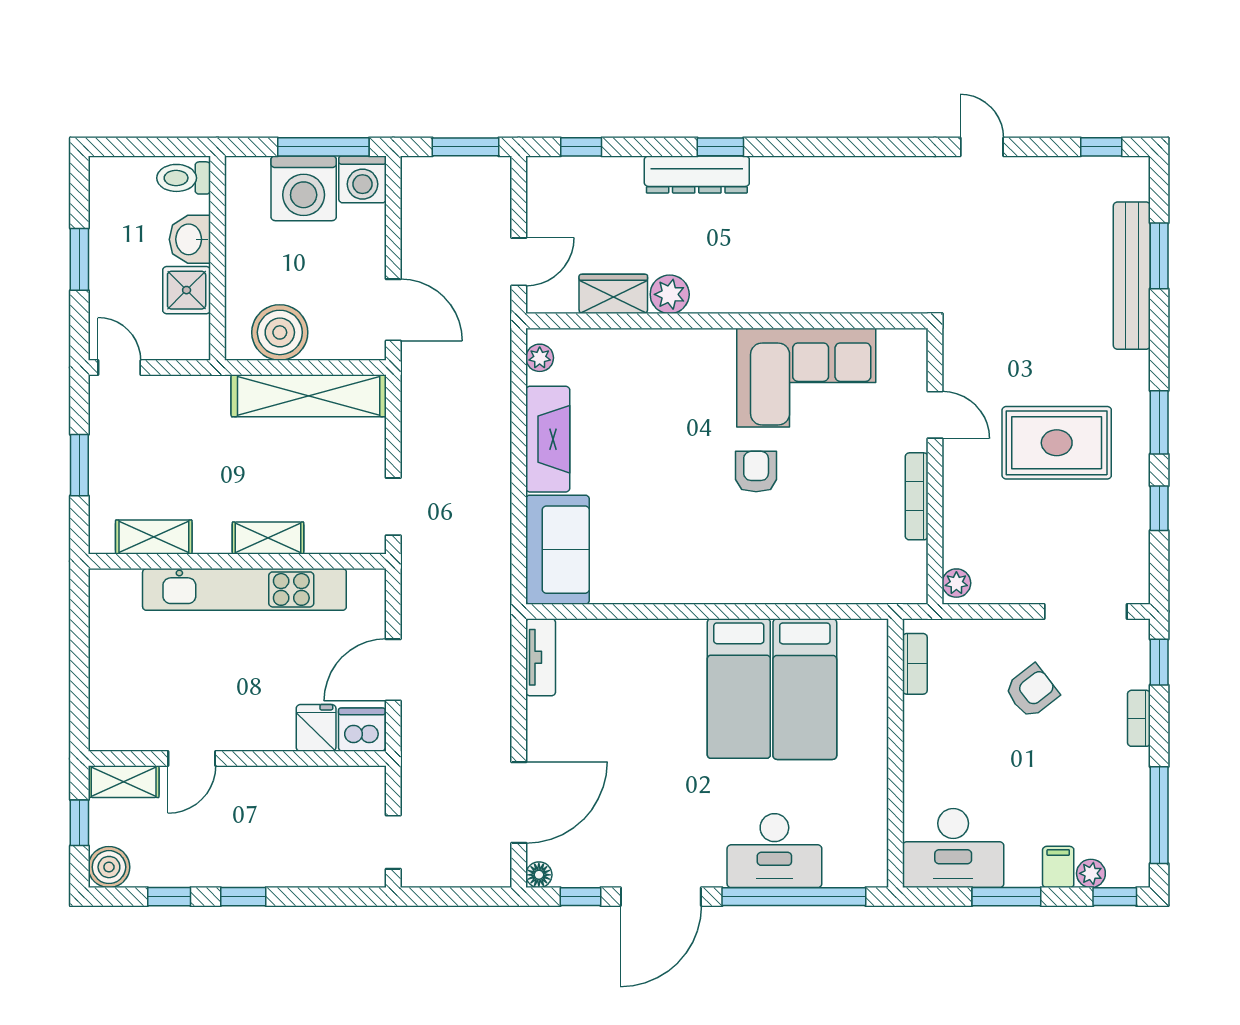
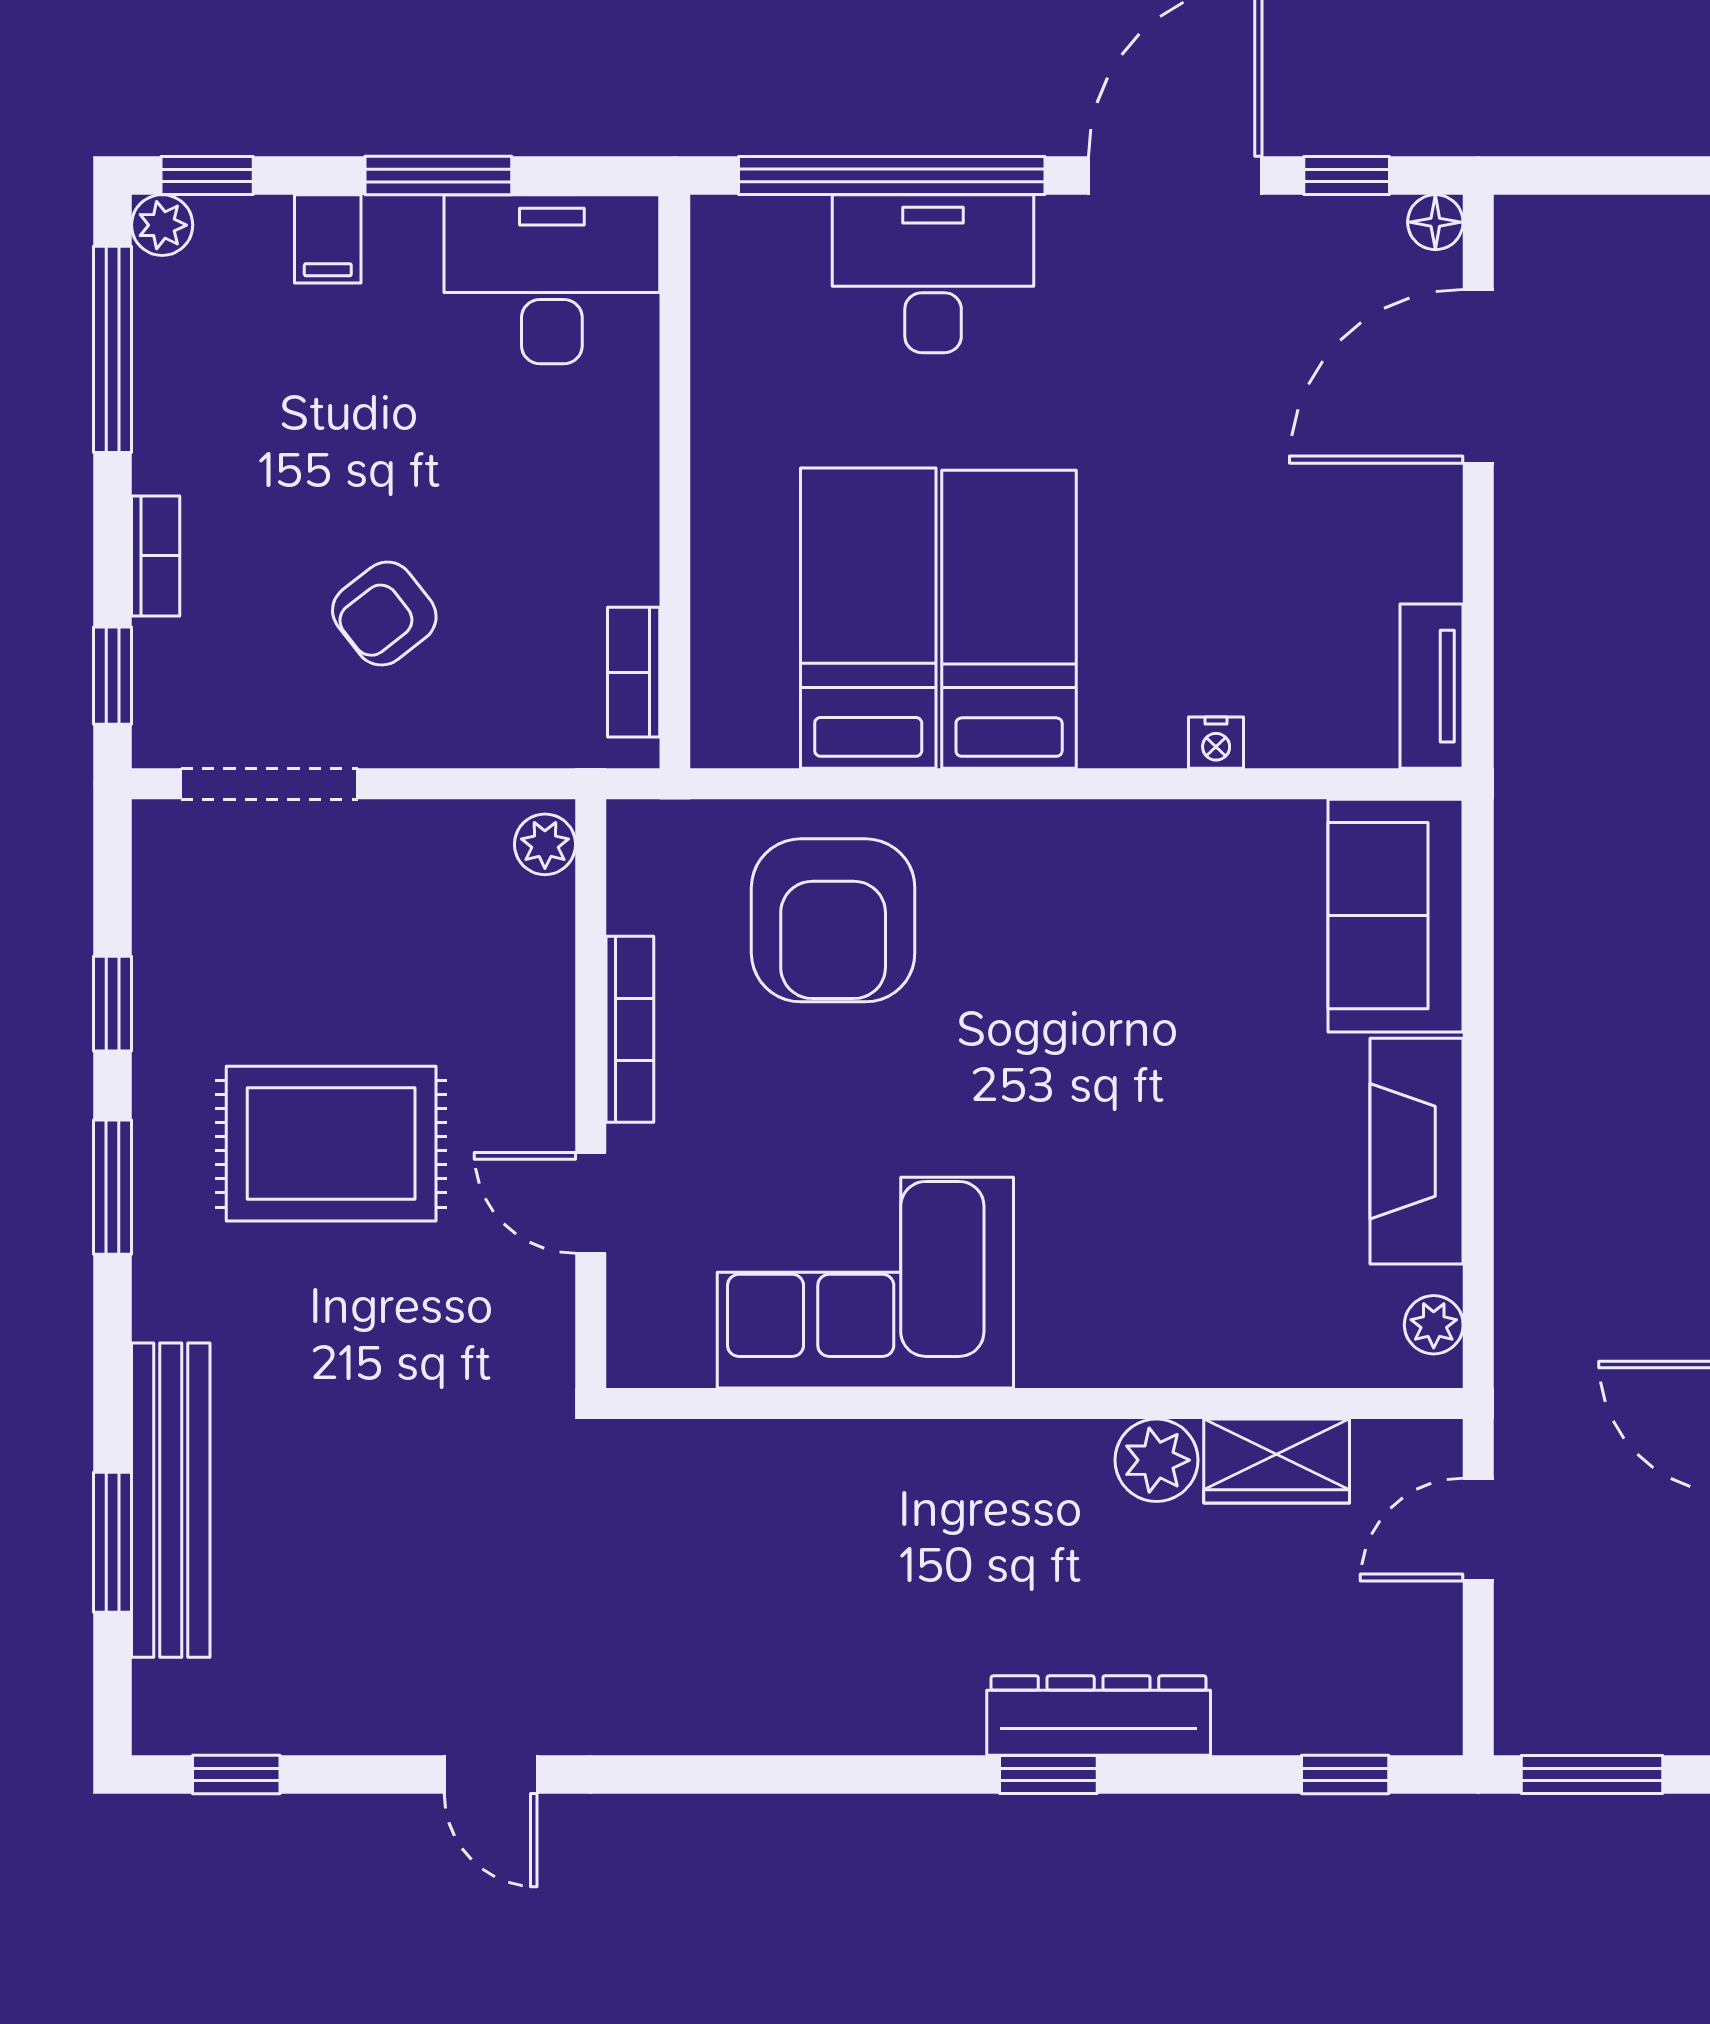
armchair: (756, 472) -> (833, 920), moved, width x1.88, depth x1.88
nightstand: (642, 631) -> (1216, 743), added
plant: (1091, 873) -> (162, 225), moved

